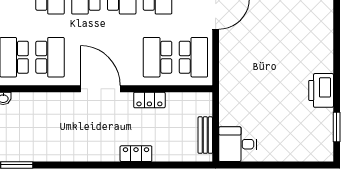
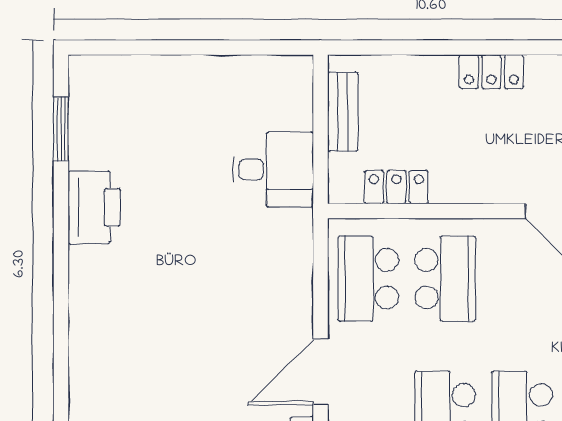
locker: (149, 100) -> (396, 187), moved
desk: (238, 144) -> (273, 169), moved

